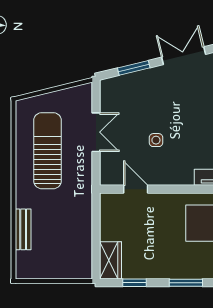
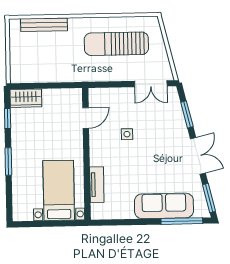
double door: (96, 132) -> (151, 84), moved
sun lounger: (47, 151) -> (116, 44), turned 180
bench: (23, 229) -> (44, 25), width x1.36

